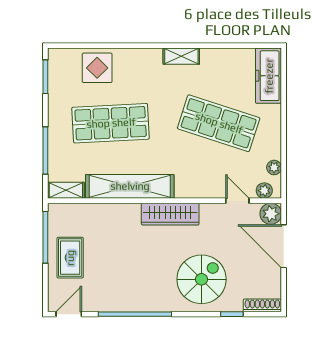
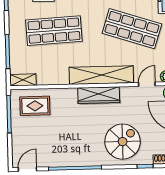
shelving: (130, 186) -> (101, 75), moved
door: (237, 201) -> (147, 84), hinge flipped
rug: (70, 258) -> (35, 106), moved, turned 90

